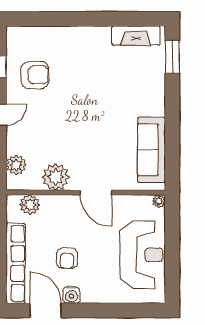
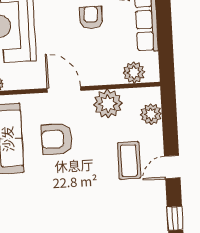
armchair: (35, 75) -> (57, 139), moved
coffee table: (39, 123) -> (129, 160), added

